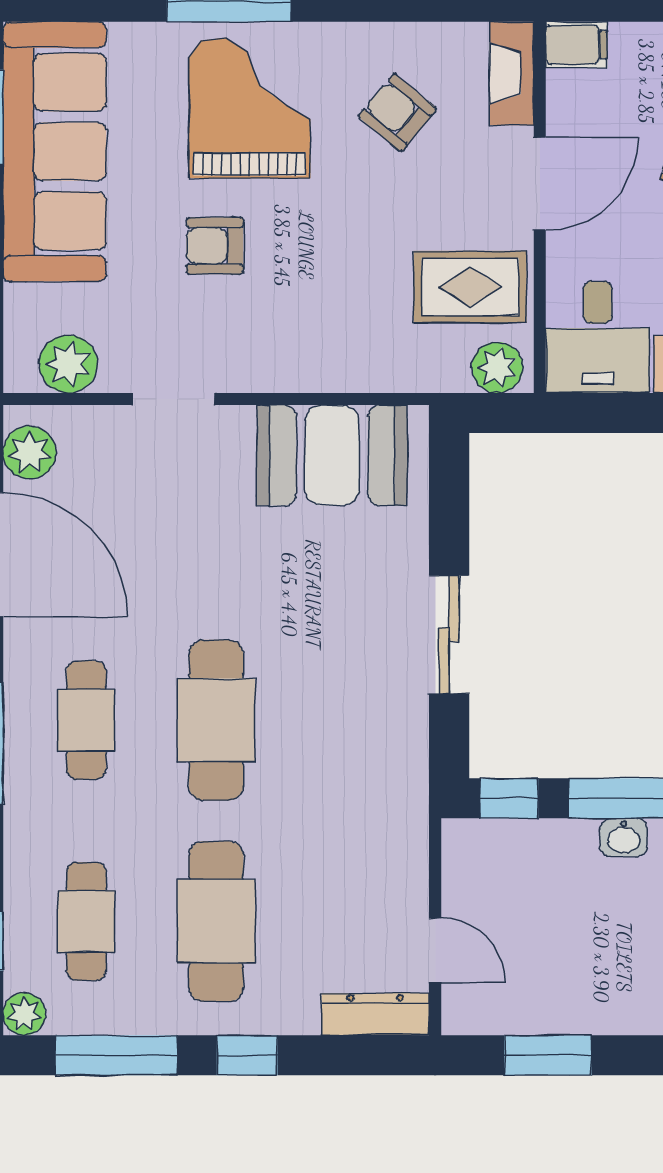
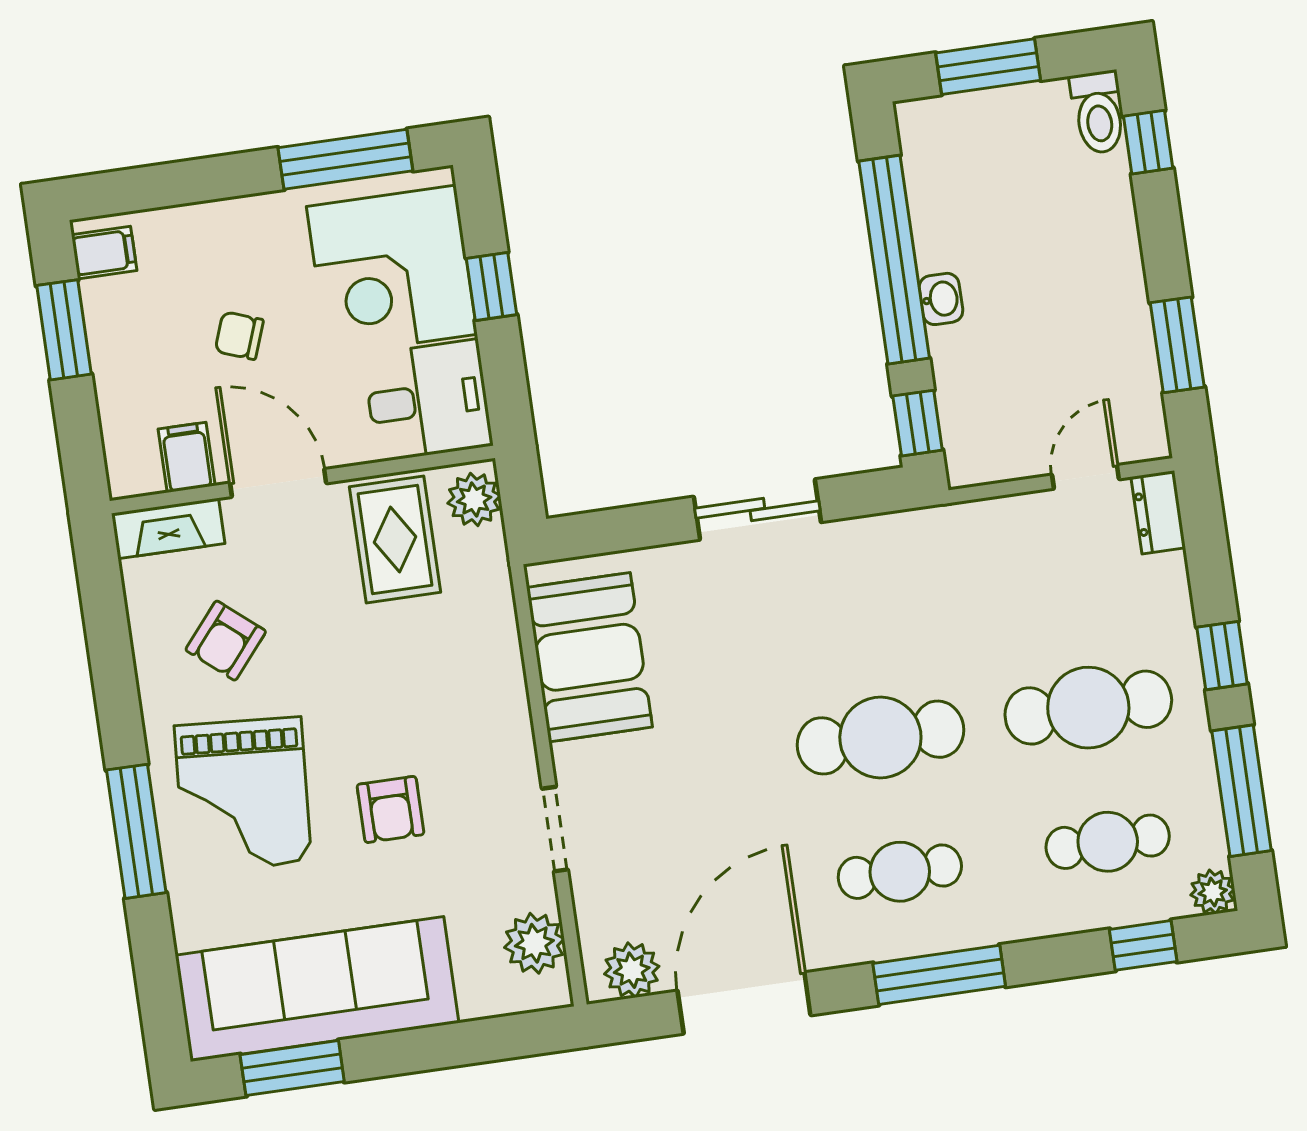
filing cabinet: (577, 45) -> (187, 457), moved
grand piano: (250, 108) -> (243, 794), turned -86
dresser: (375, 1014) -> (1158, 512), width x0.70

